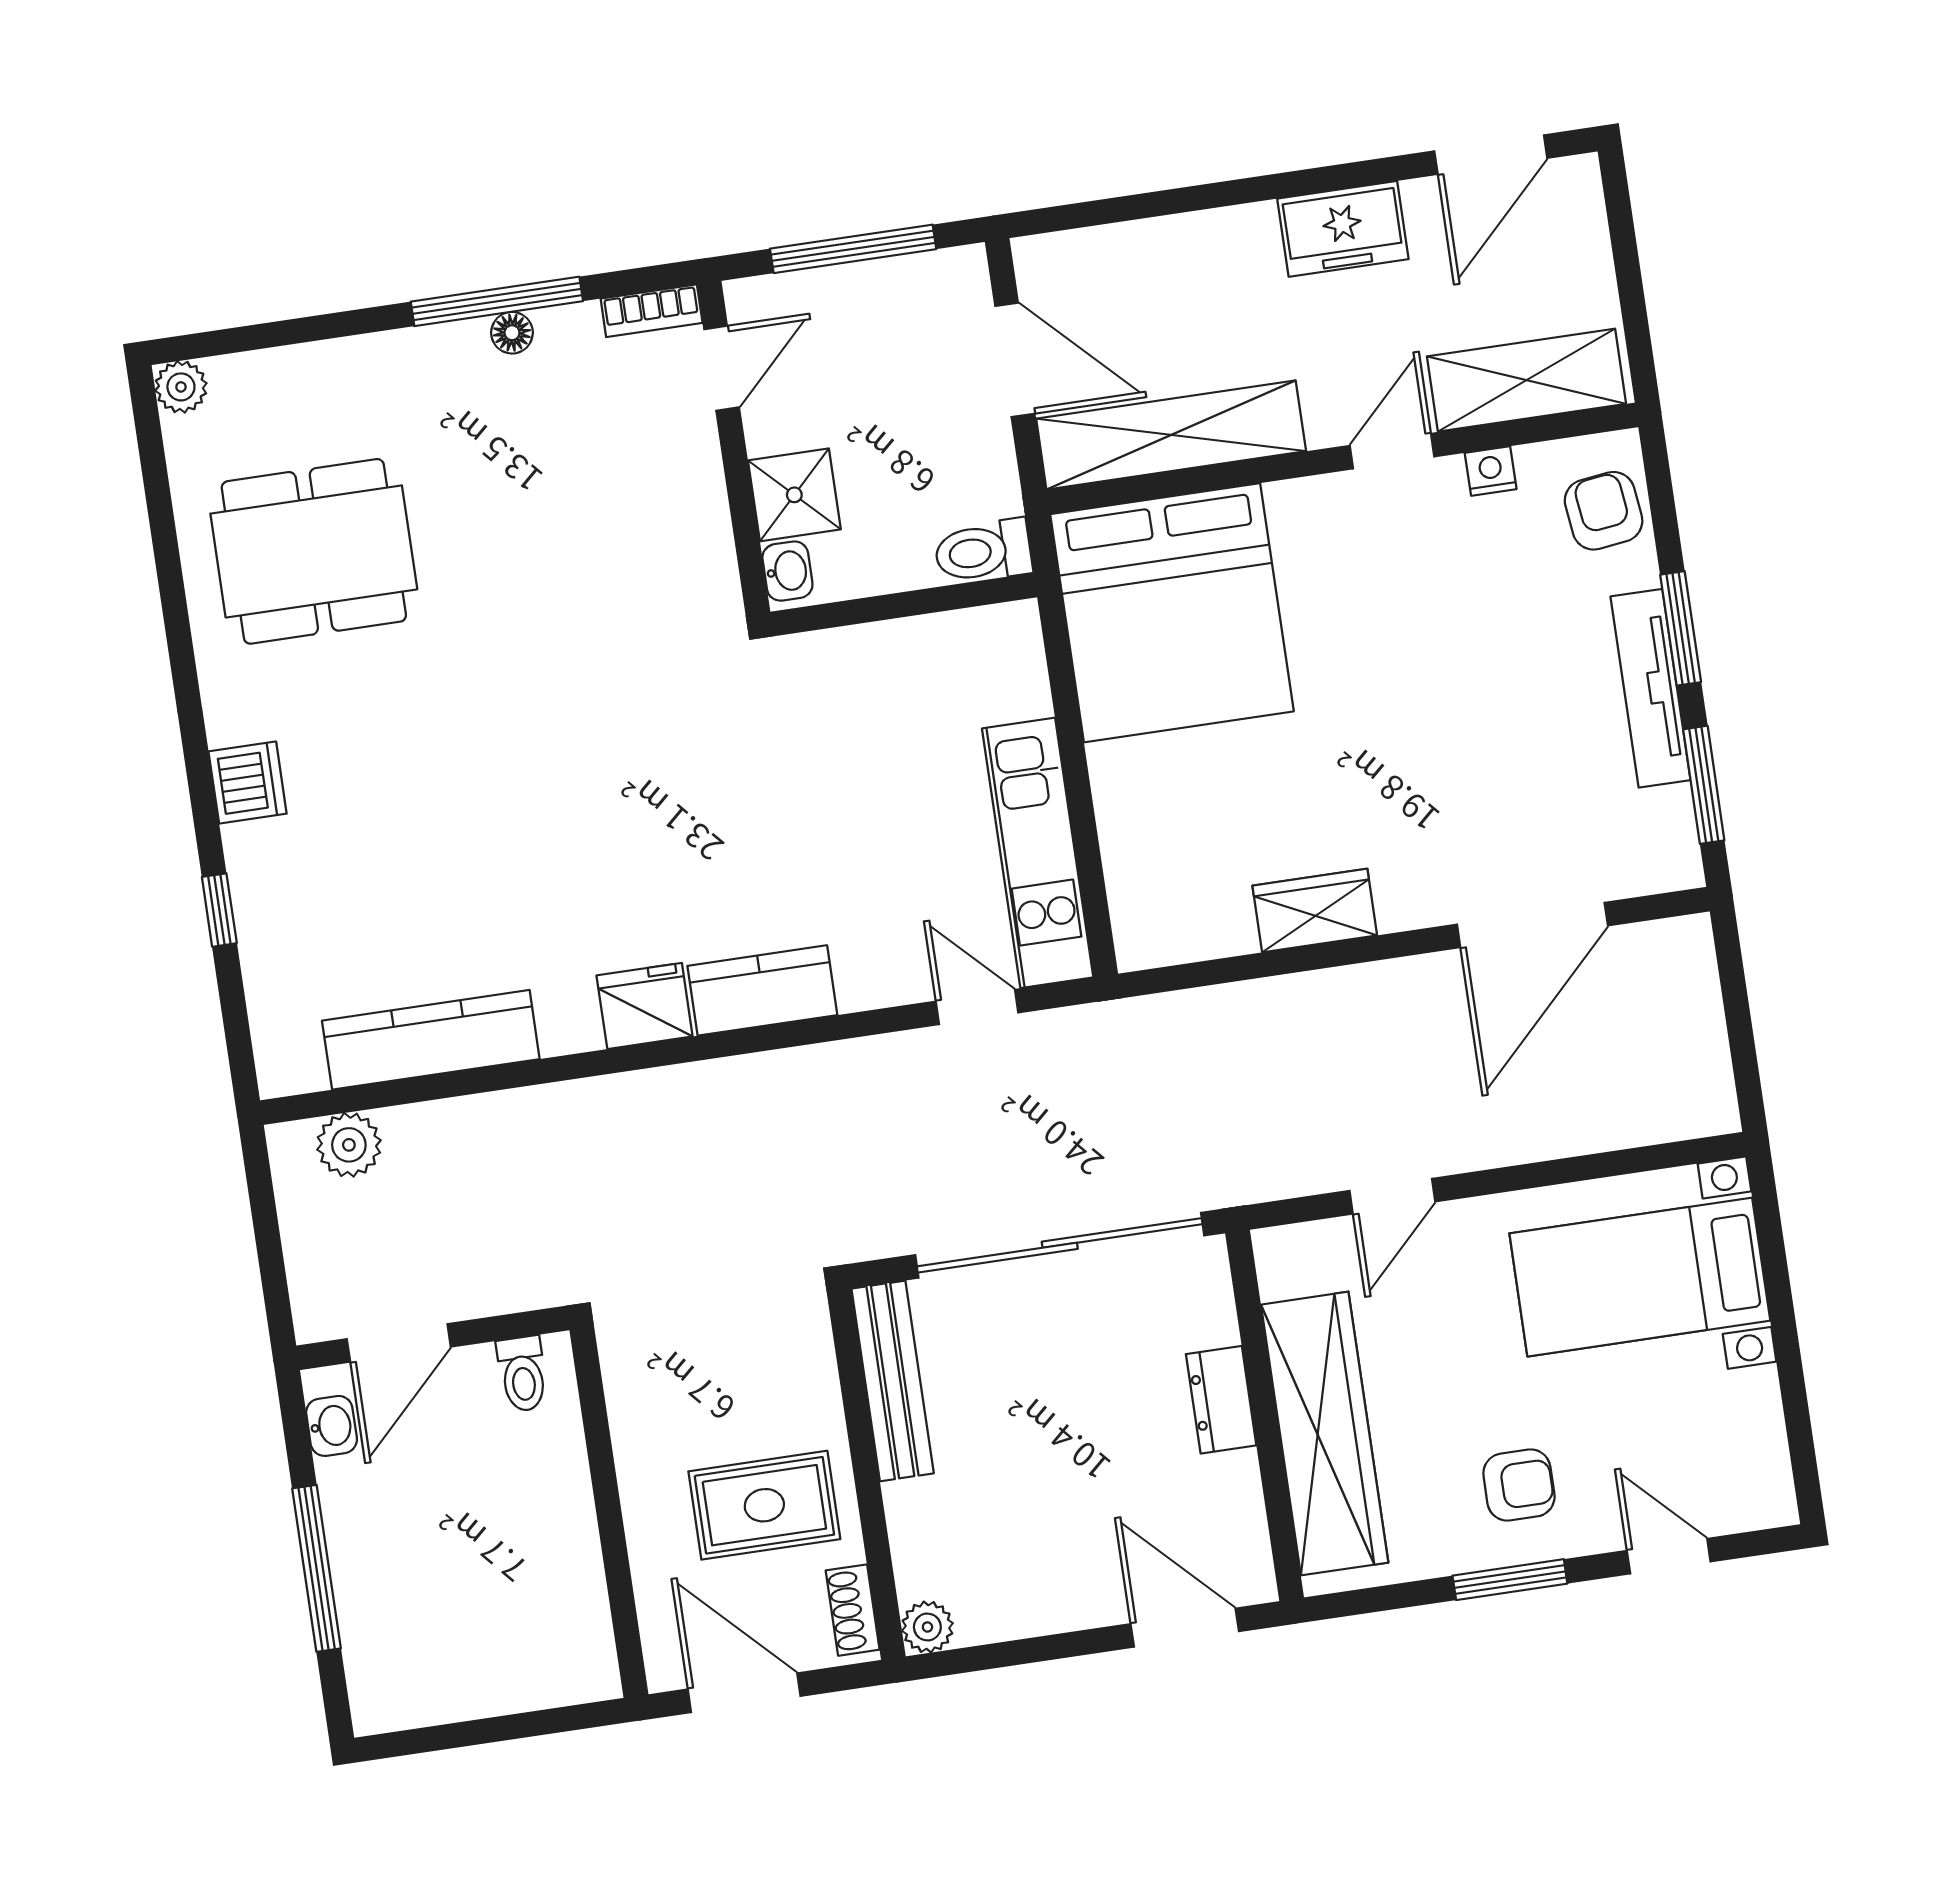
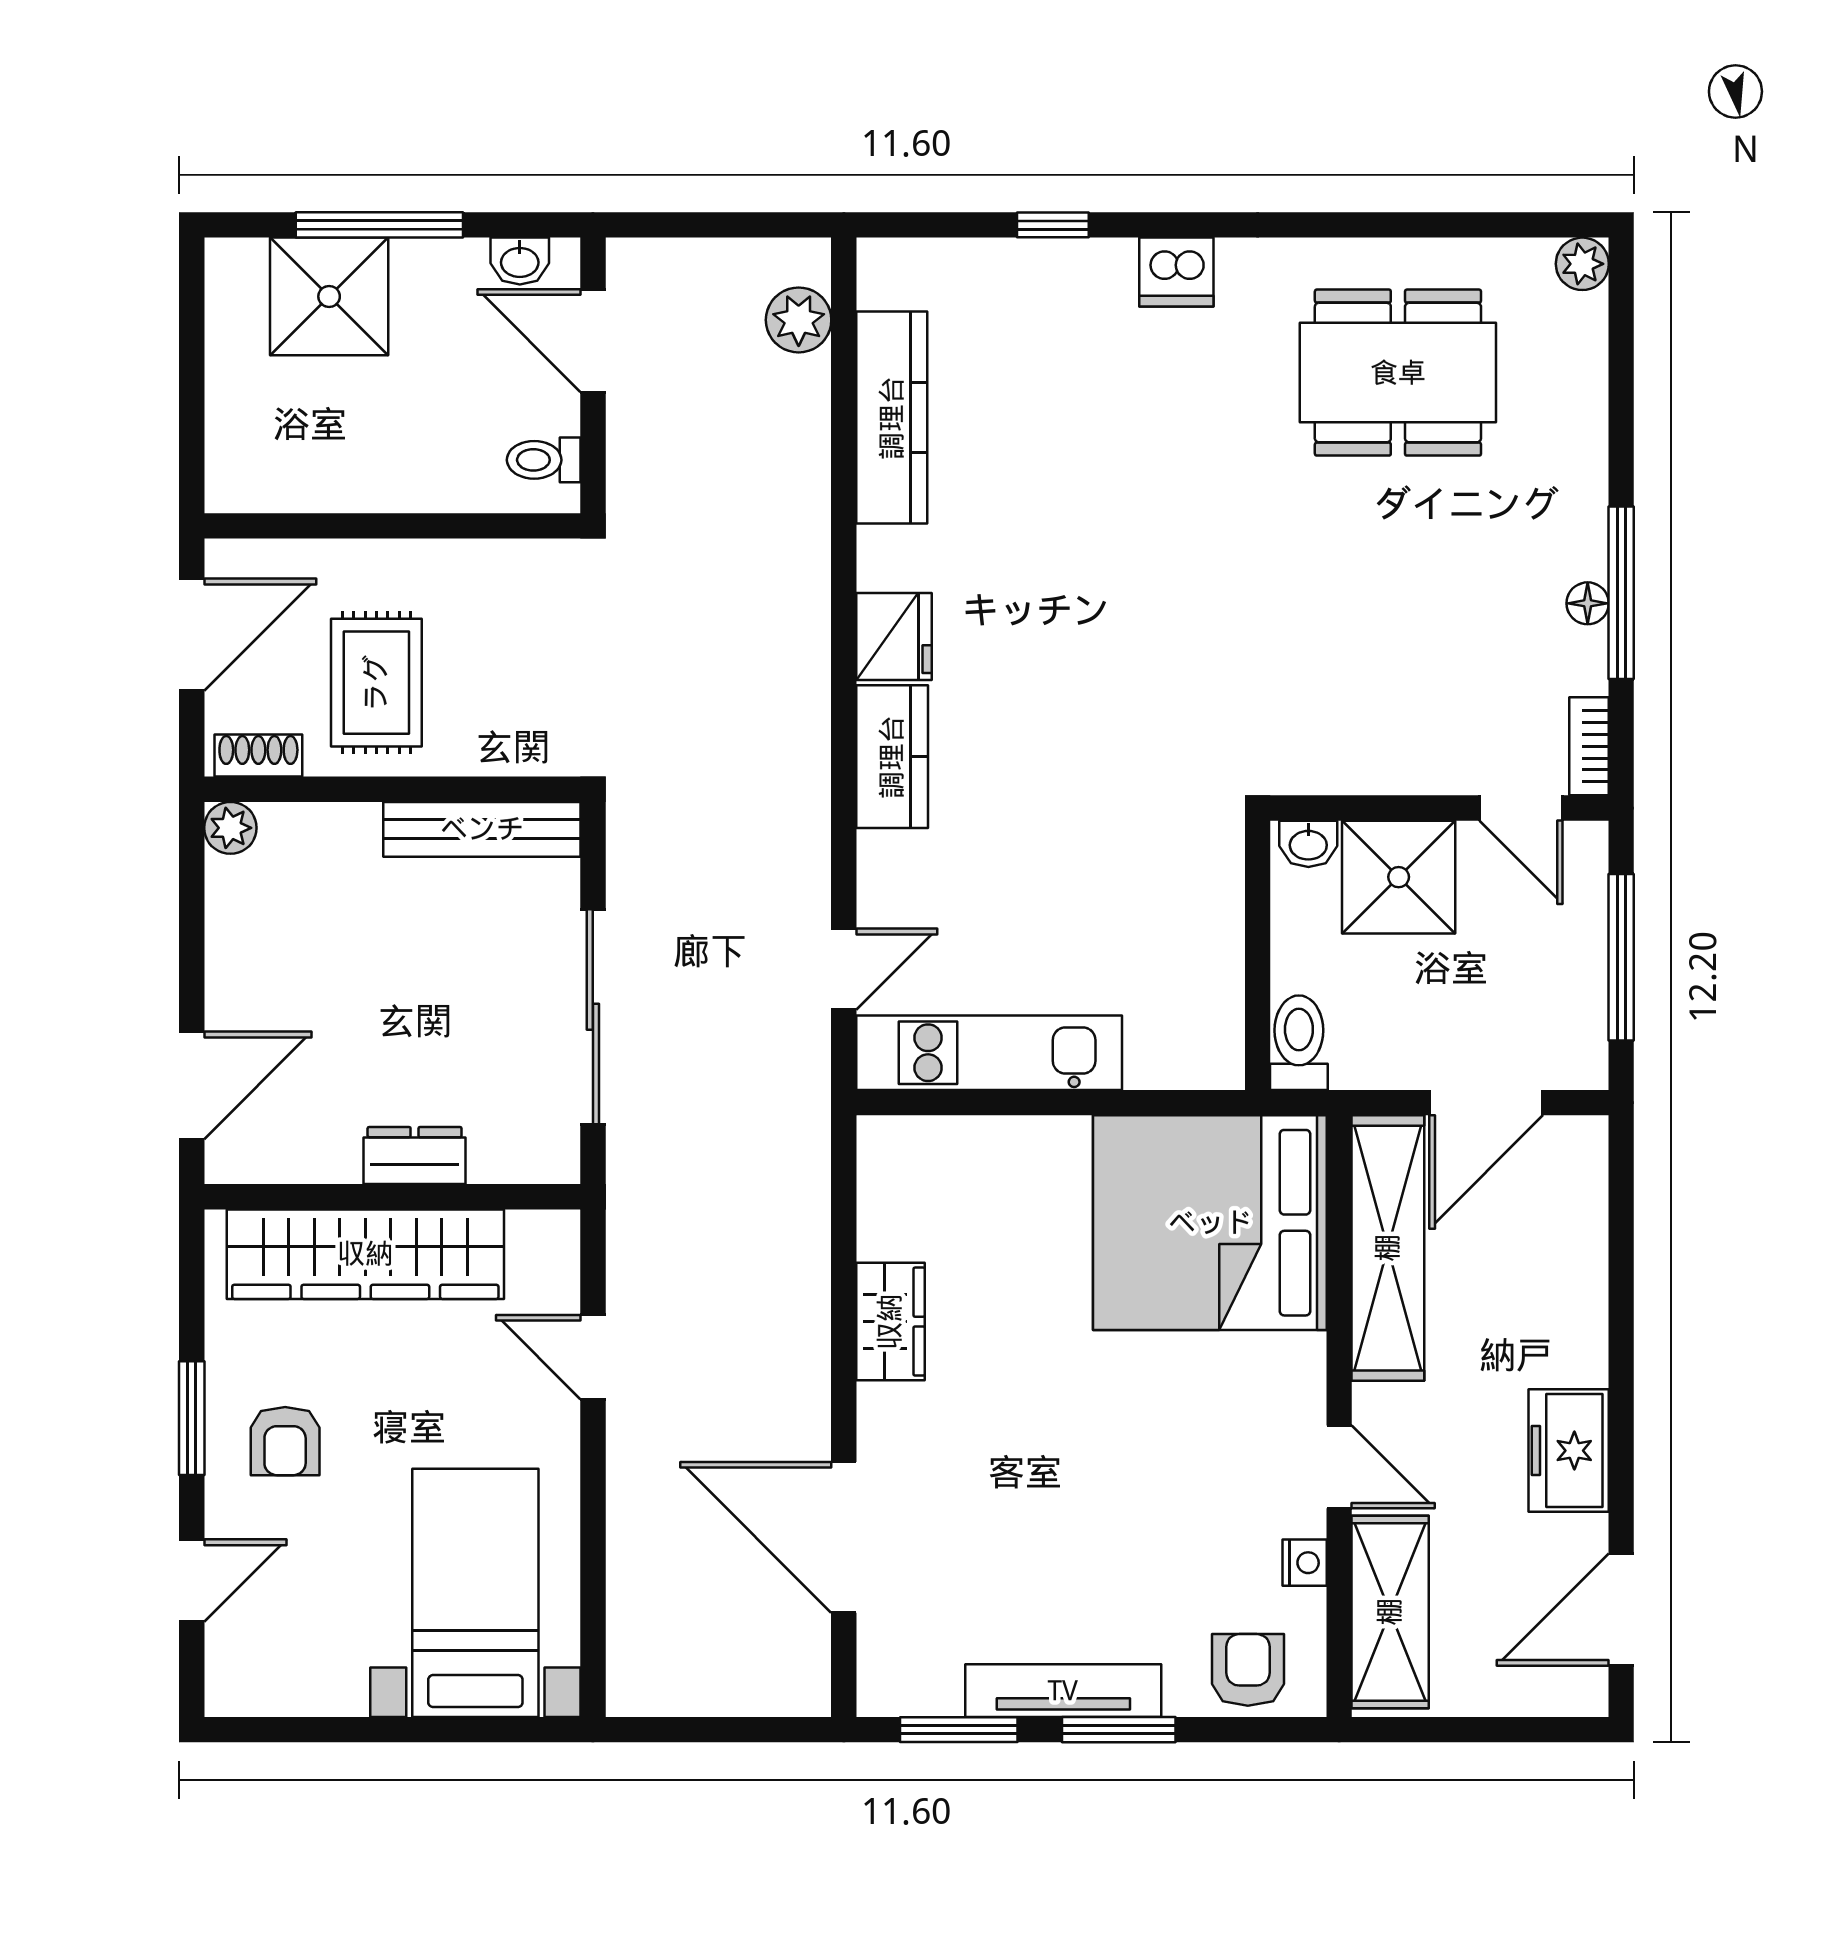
door: (1491, 155) -> (1621, 1610), hinge flipped
shower: (794, 495) -> (1399, 877), width x1.36, depth x1.36
armchair: (1604, 511) -> (1248, 1670), turned -83
dining table: (314, 551) -> (1398, 373), turned 90
sliding door: (1060, 1245) -> (593, 1017), width x0.73
shower: (394, 1607) -> (329, 296), added

